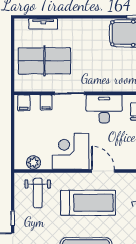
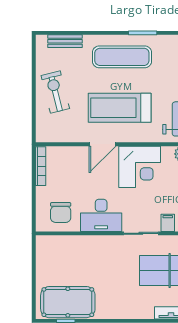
door: (103, 171) -> (103, 144), hinge flipped

